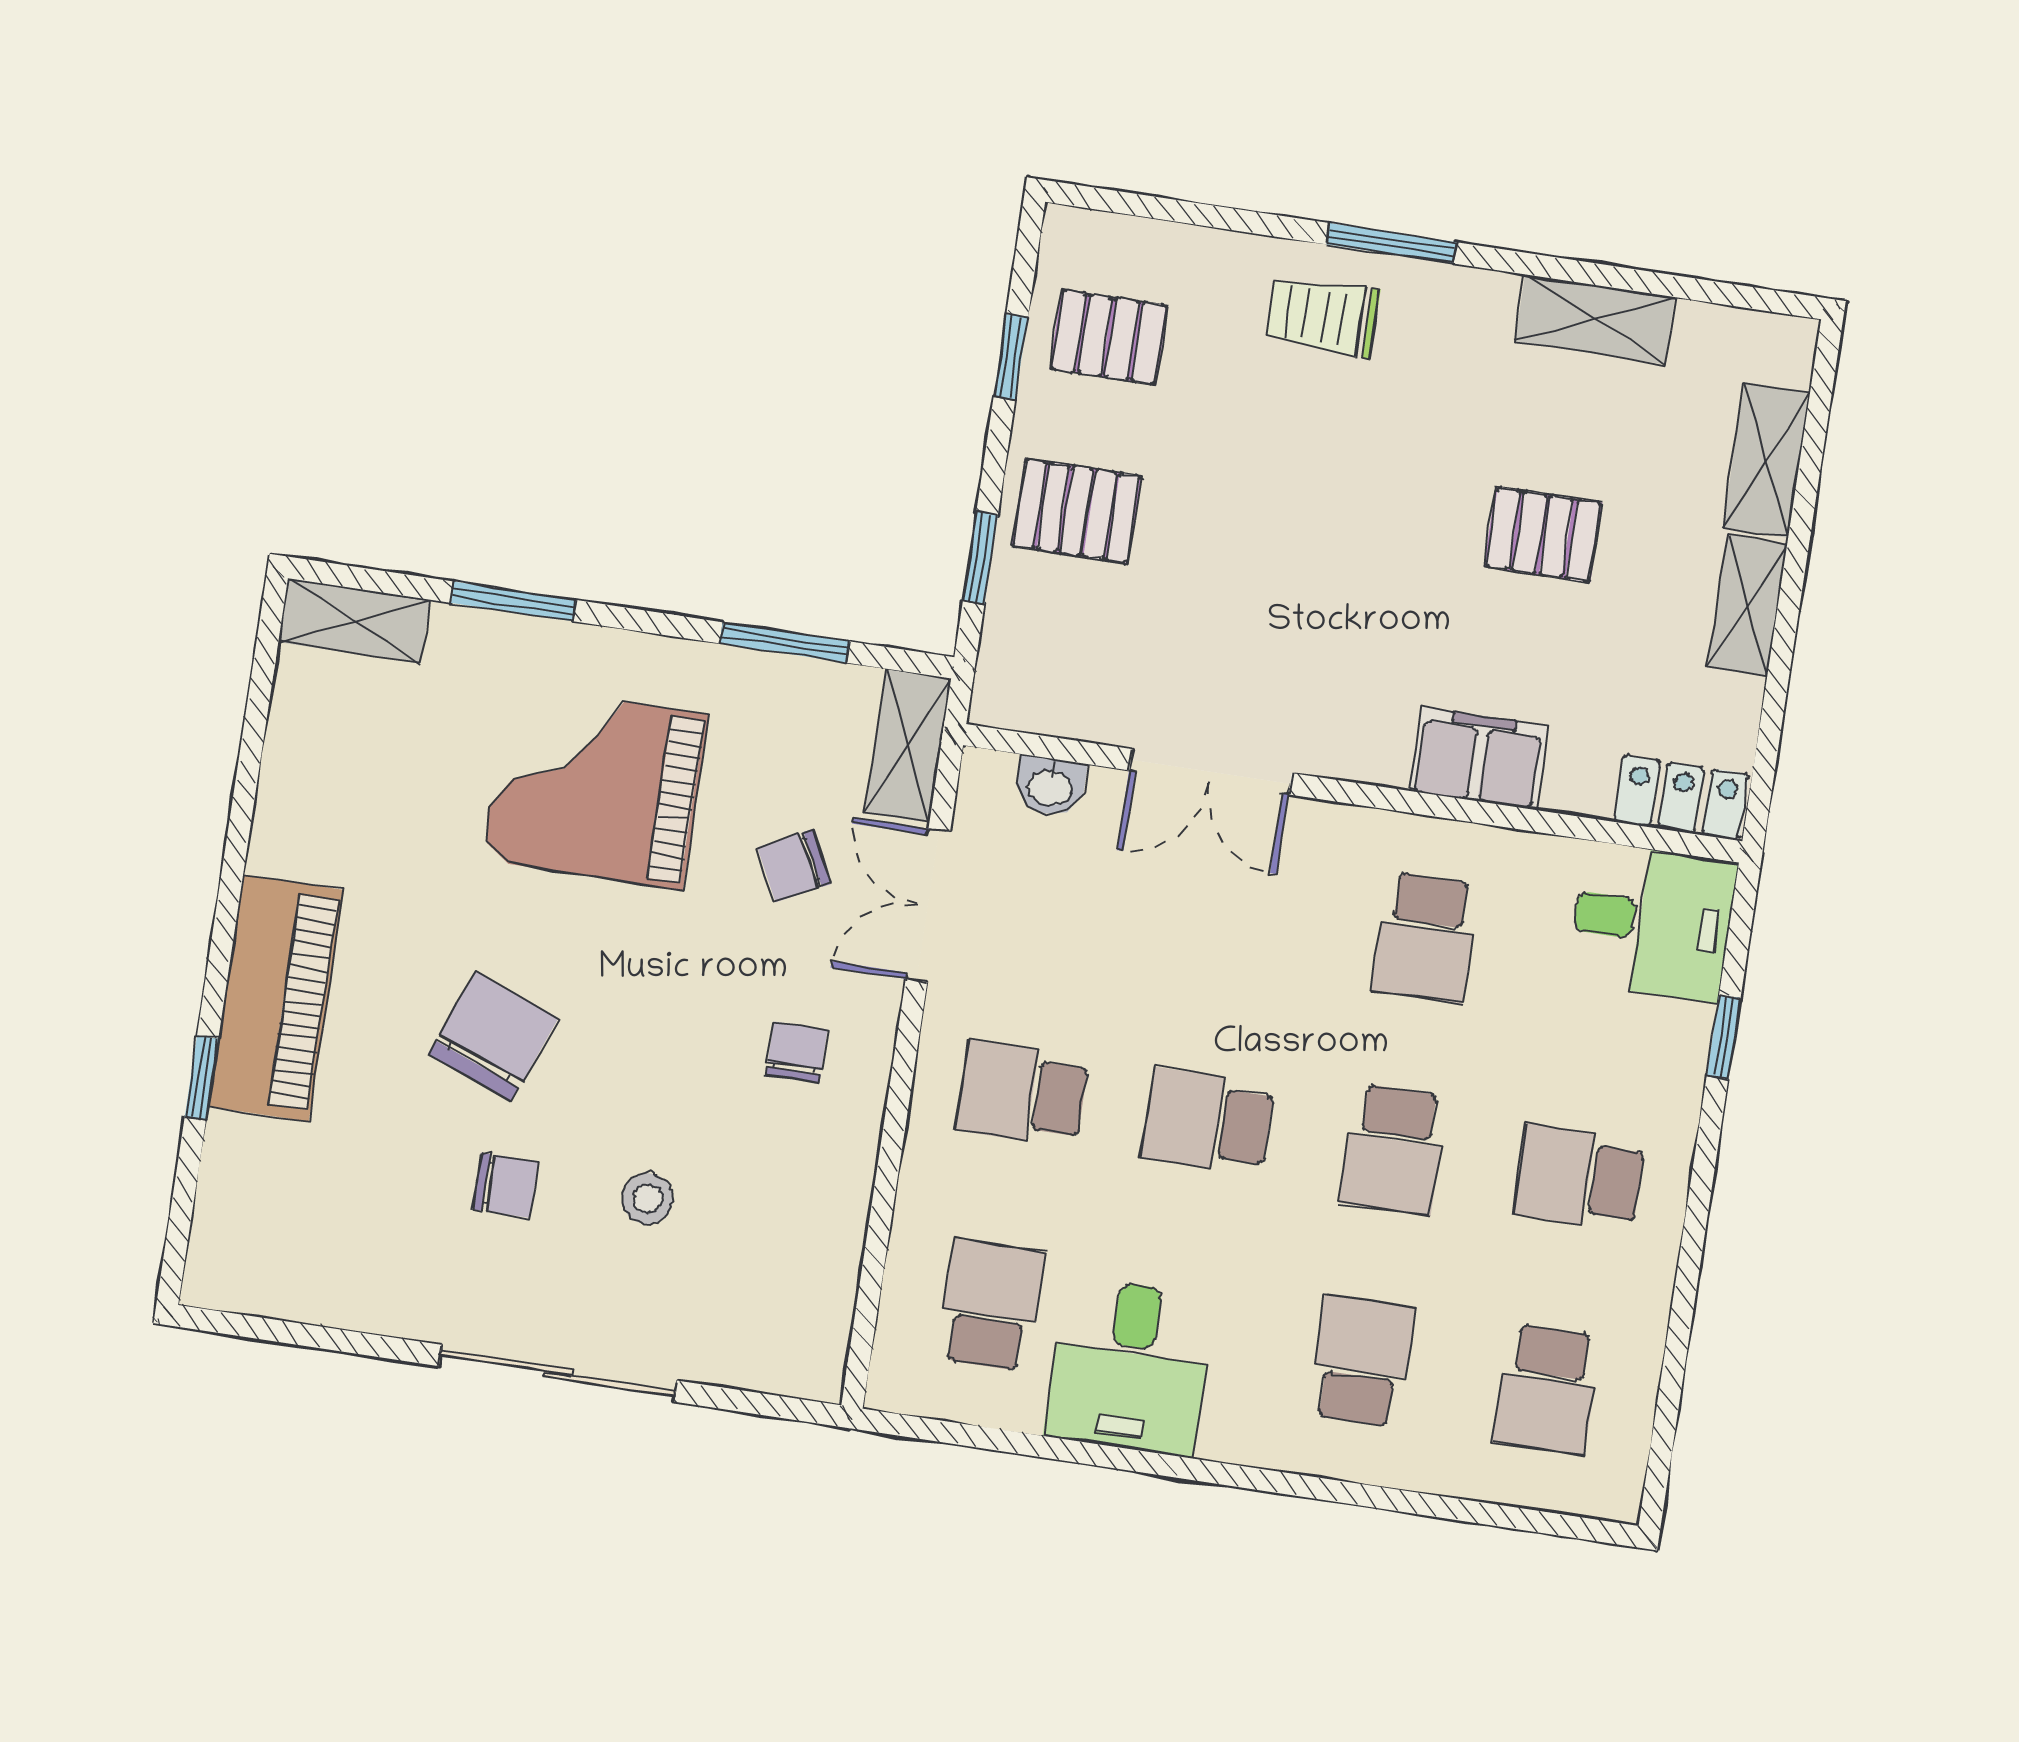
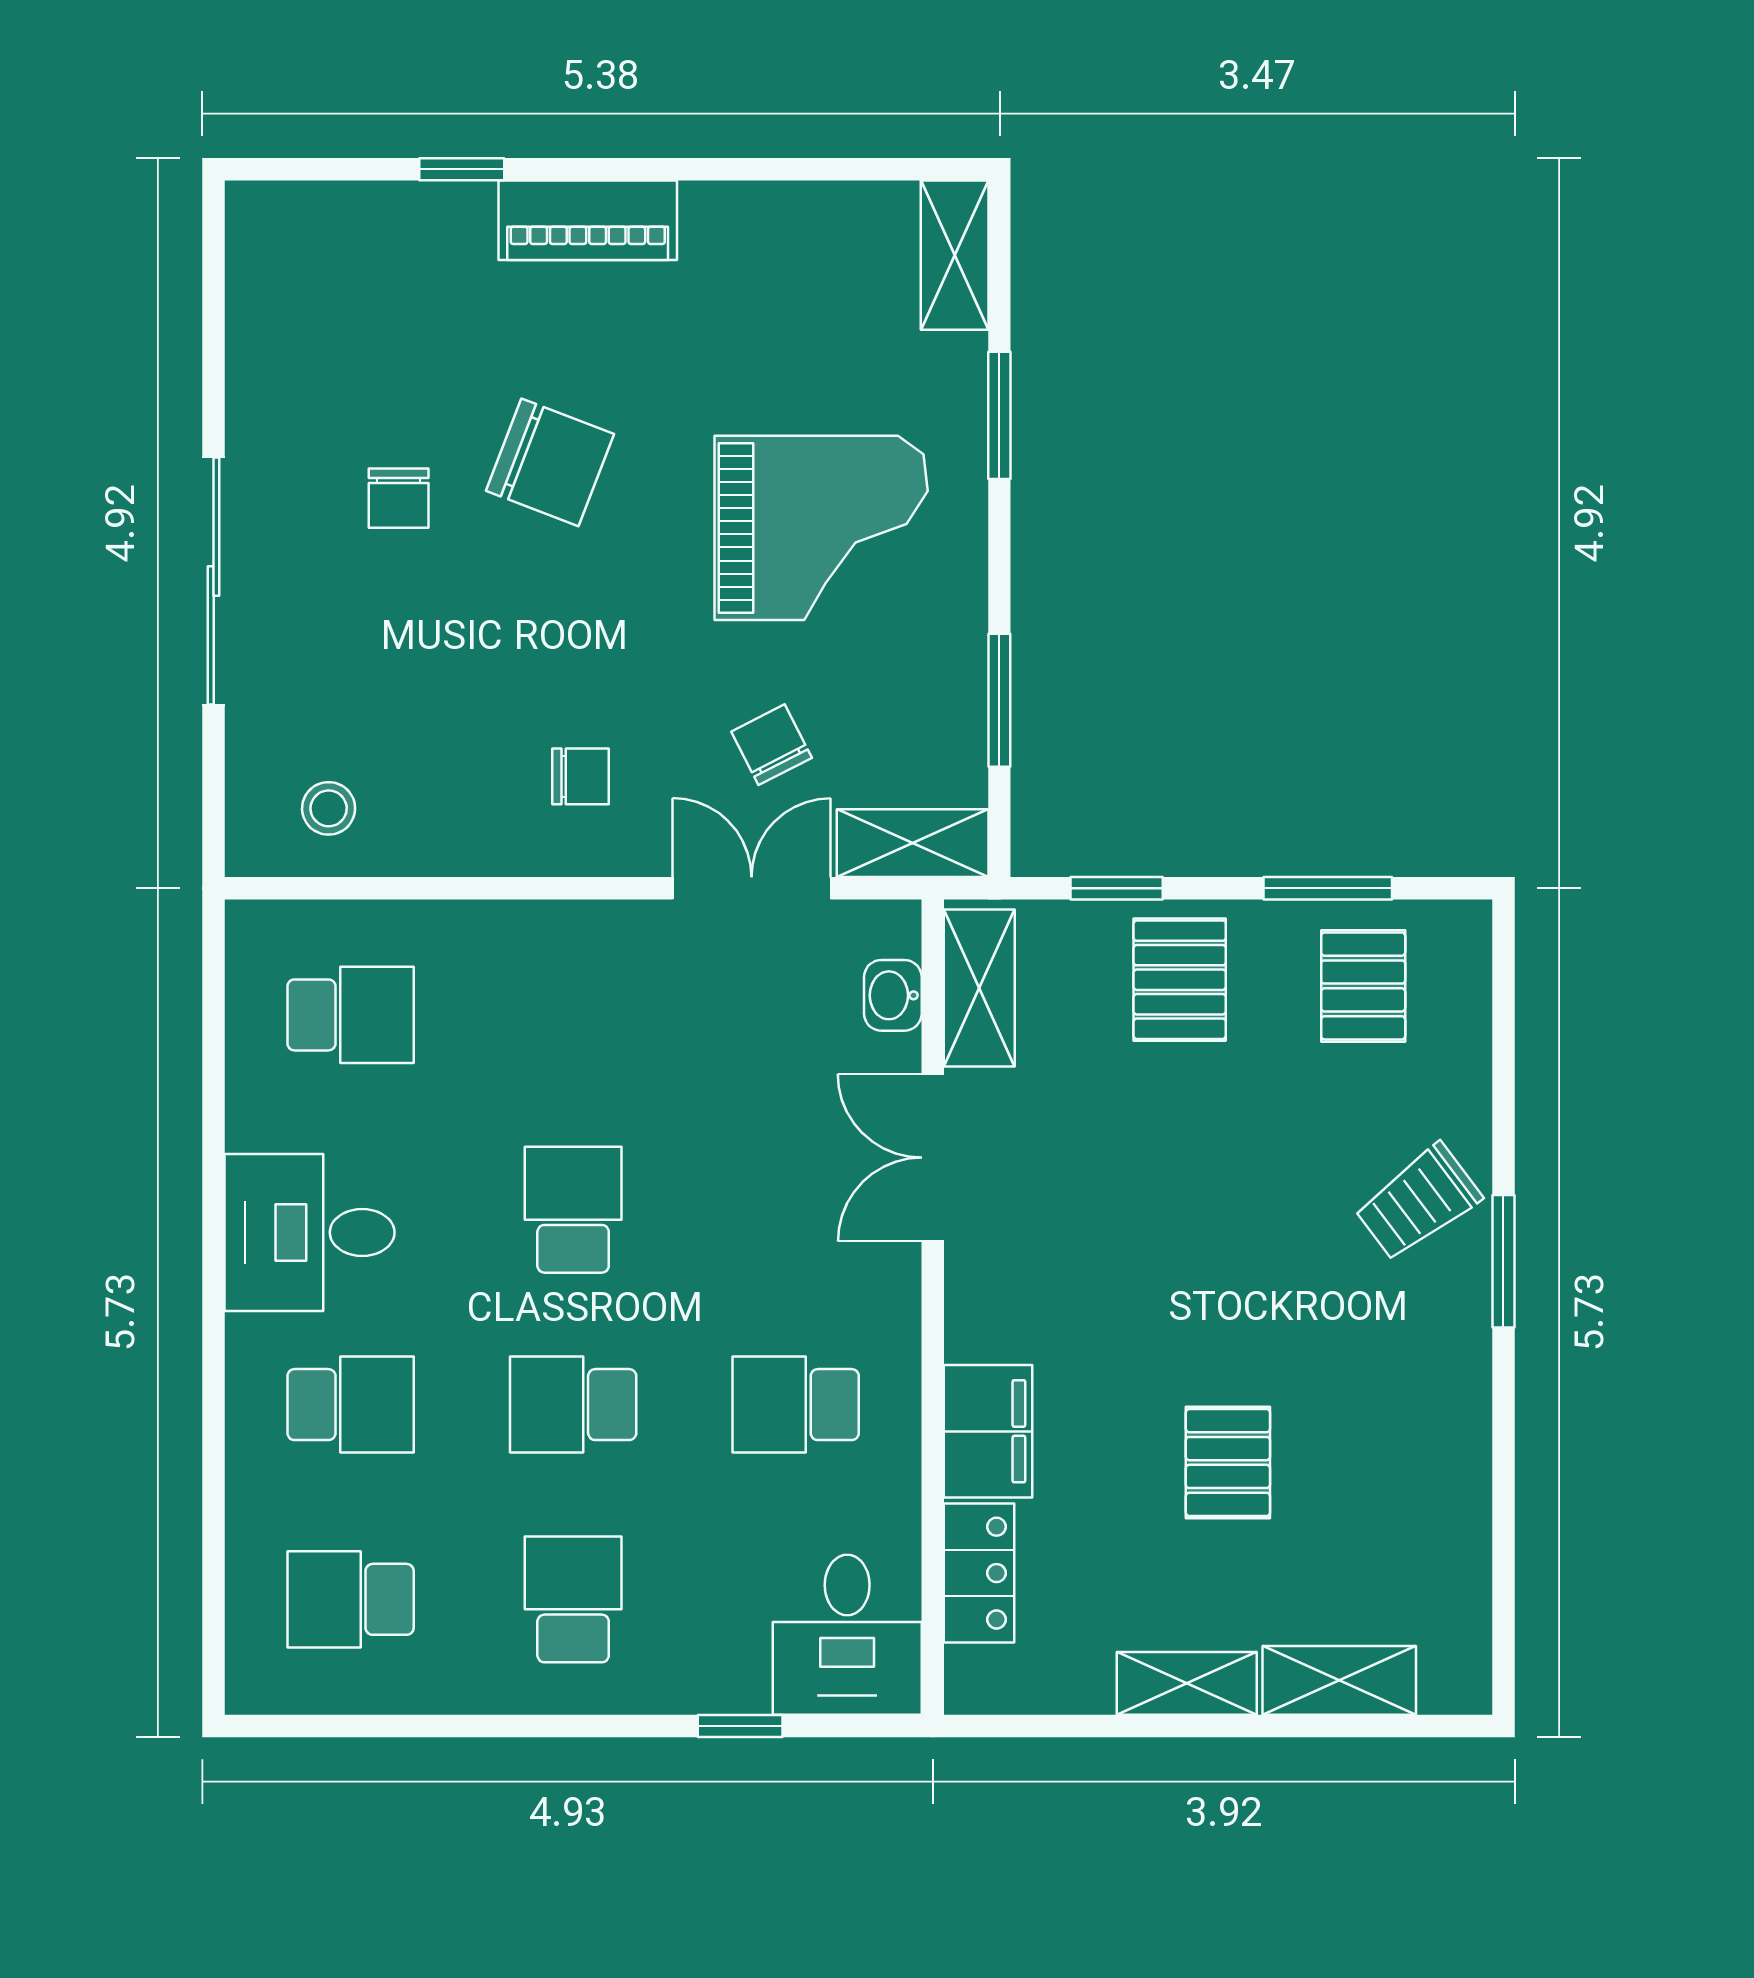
trolley: (1323, 316) -> (1418, 1202), turned -127
shelving: (1595, 319) -> (979, 988), moved
window: (1011, 357) -> (1328, 888), width x1.50
grand piano: (595, 787) -> (821, 528), turned 90
locker: (1681, 798) -> (979, 1573), moved
piano: (276, 998) -> (588, 220), width x0.73, depth x0.75
school desk: (1023, 1094) -> (573, 1015), removed
stool: (647, 1199) -> (329, 808), moved
desk: (1130, 1366) -> (310, 1232), moved

